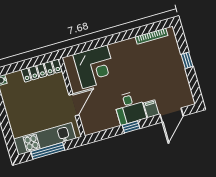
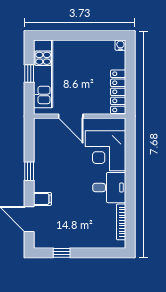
window: (187, 60) -> (62, 253), moved
desk: (130, 108) -> (109, 188), moved, turned 180
window: (48, 151) -> (29, 73), width x0.46

